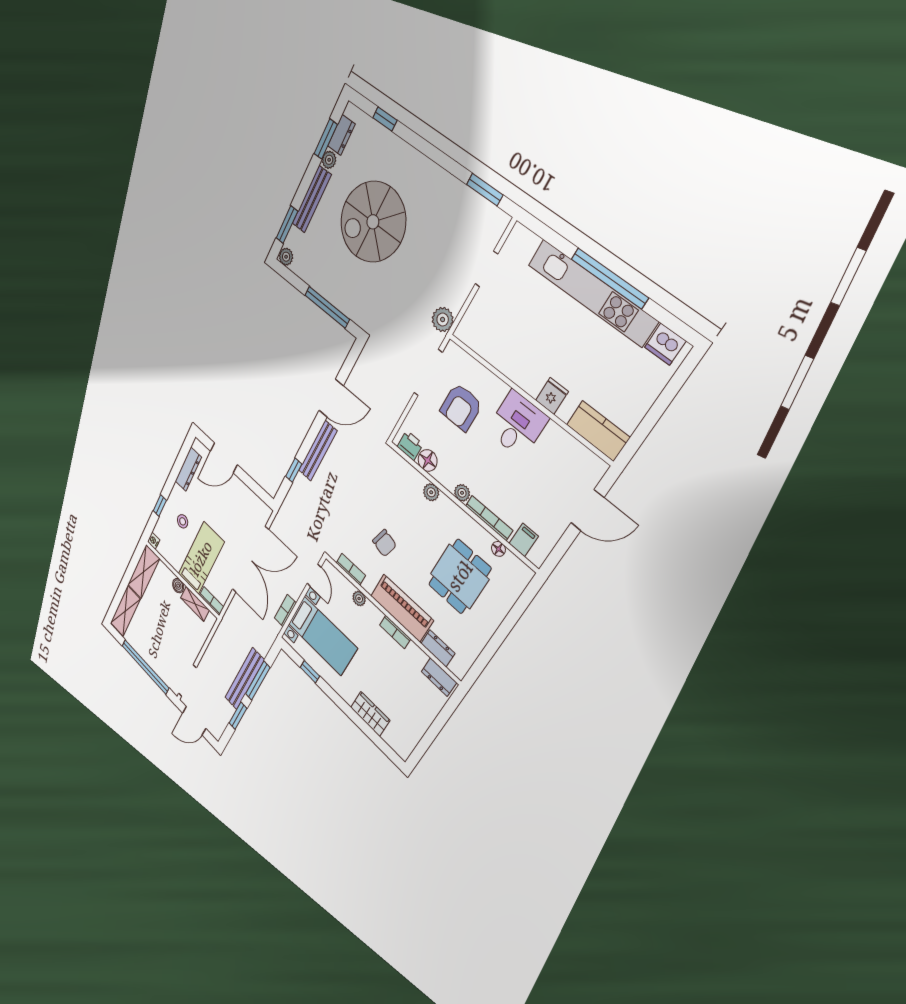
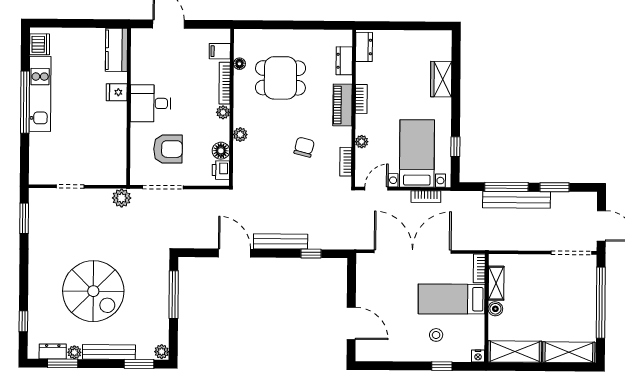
kitchen unit: (592, 293) -> (40, 94), width x0.73
dresser: (188, 469) -> (388, 353), removed
piano: (402, 608) -> (343, 105), width x0.73, depth x0.75

